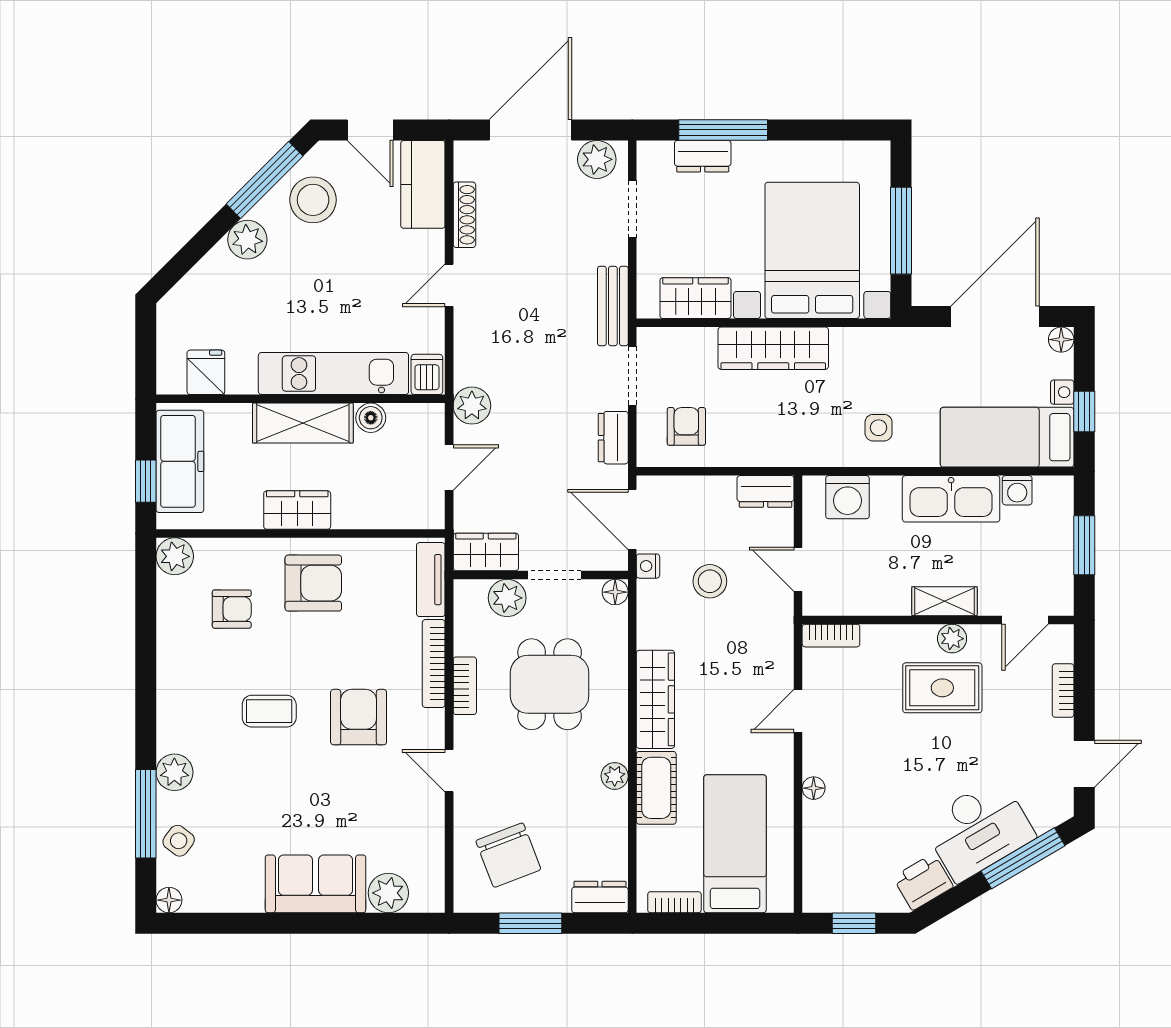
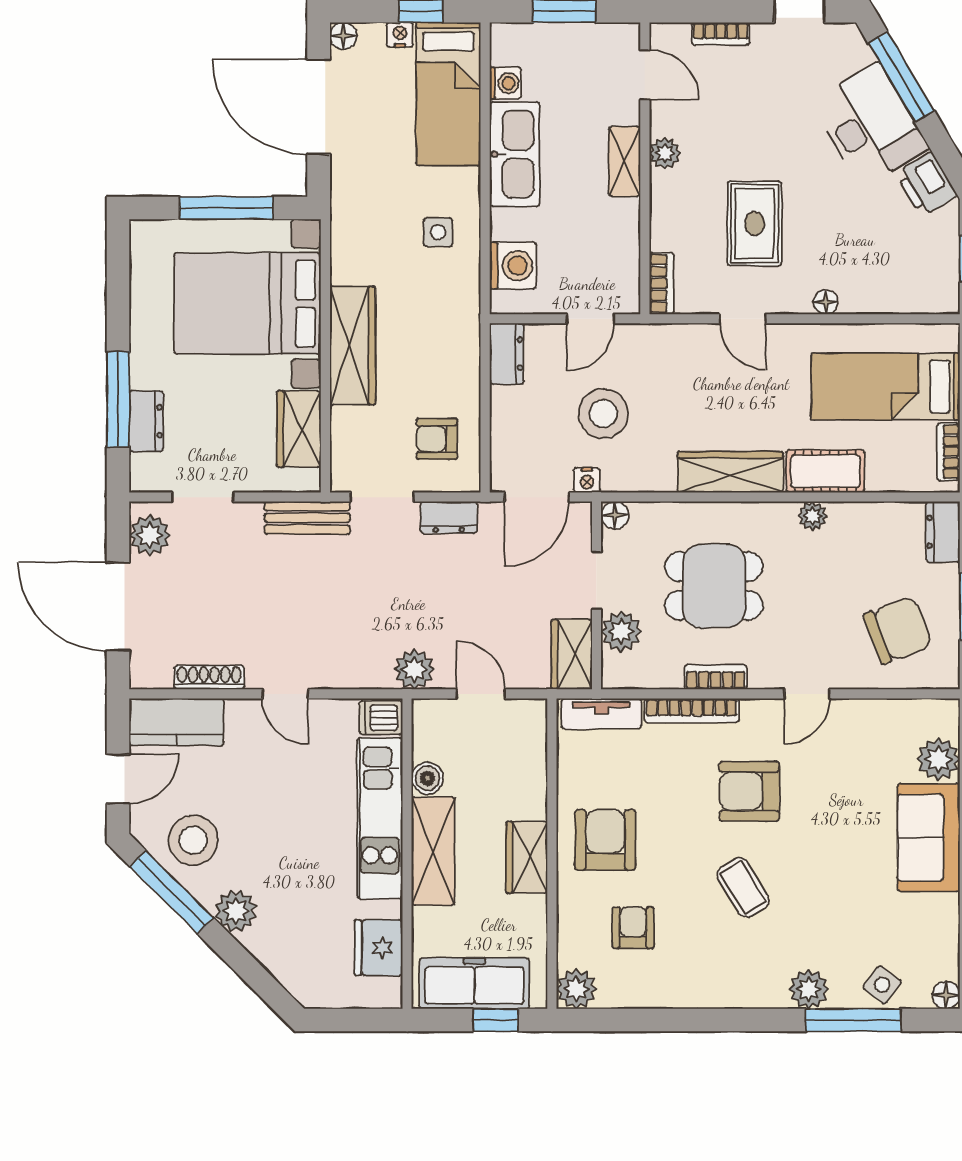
fridge: (206, 372) -> (379, 948), width x1.38
stool: (710, 581) -> (603, 414), width x1.38, depth x1.38
rug: (942, 688) -> (755, 223), moved
coffee table: (269, 711) -> (743, 887), turned -31

